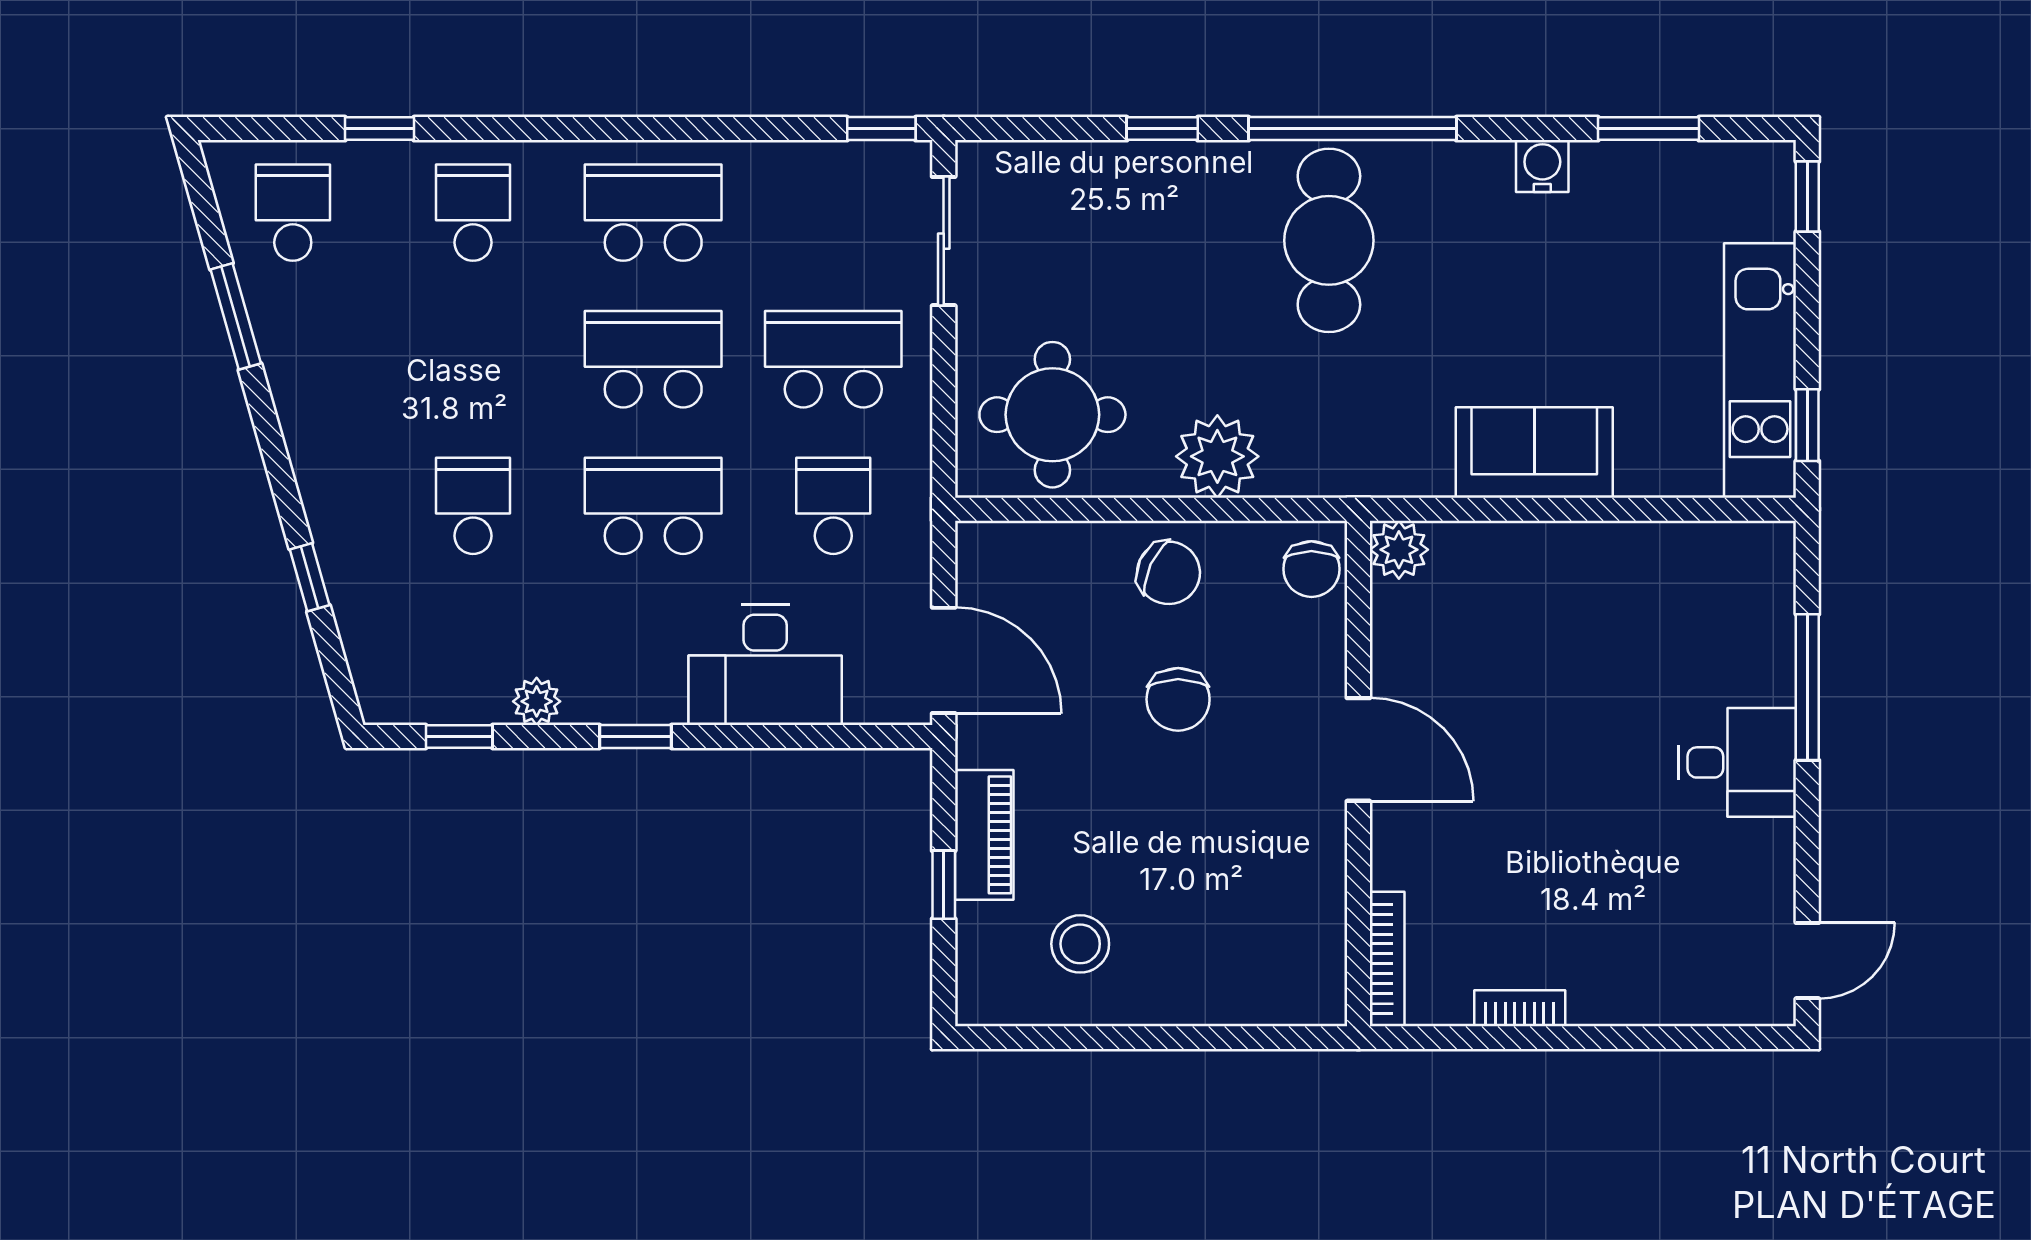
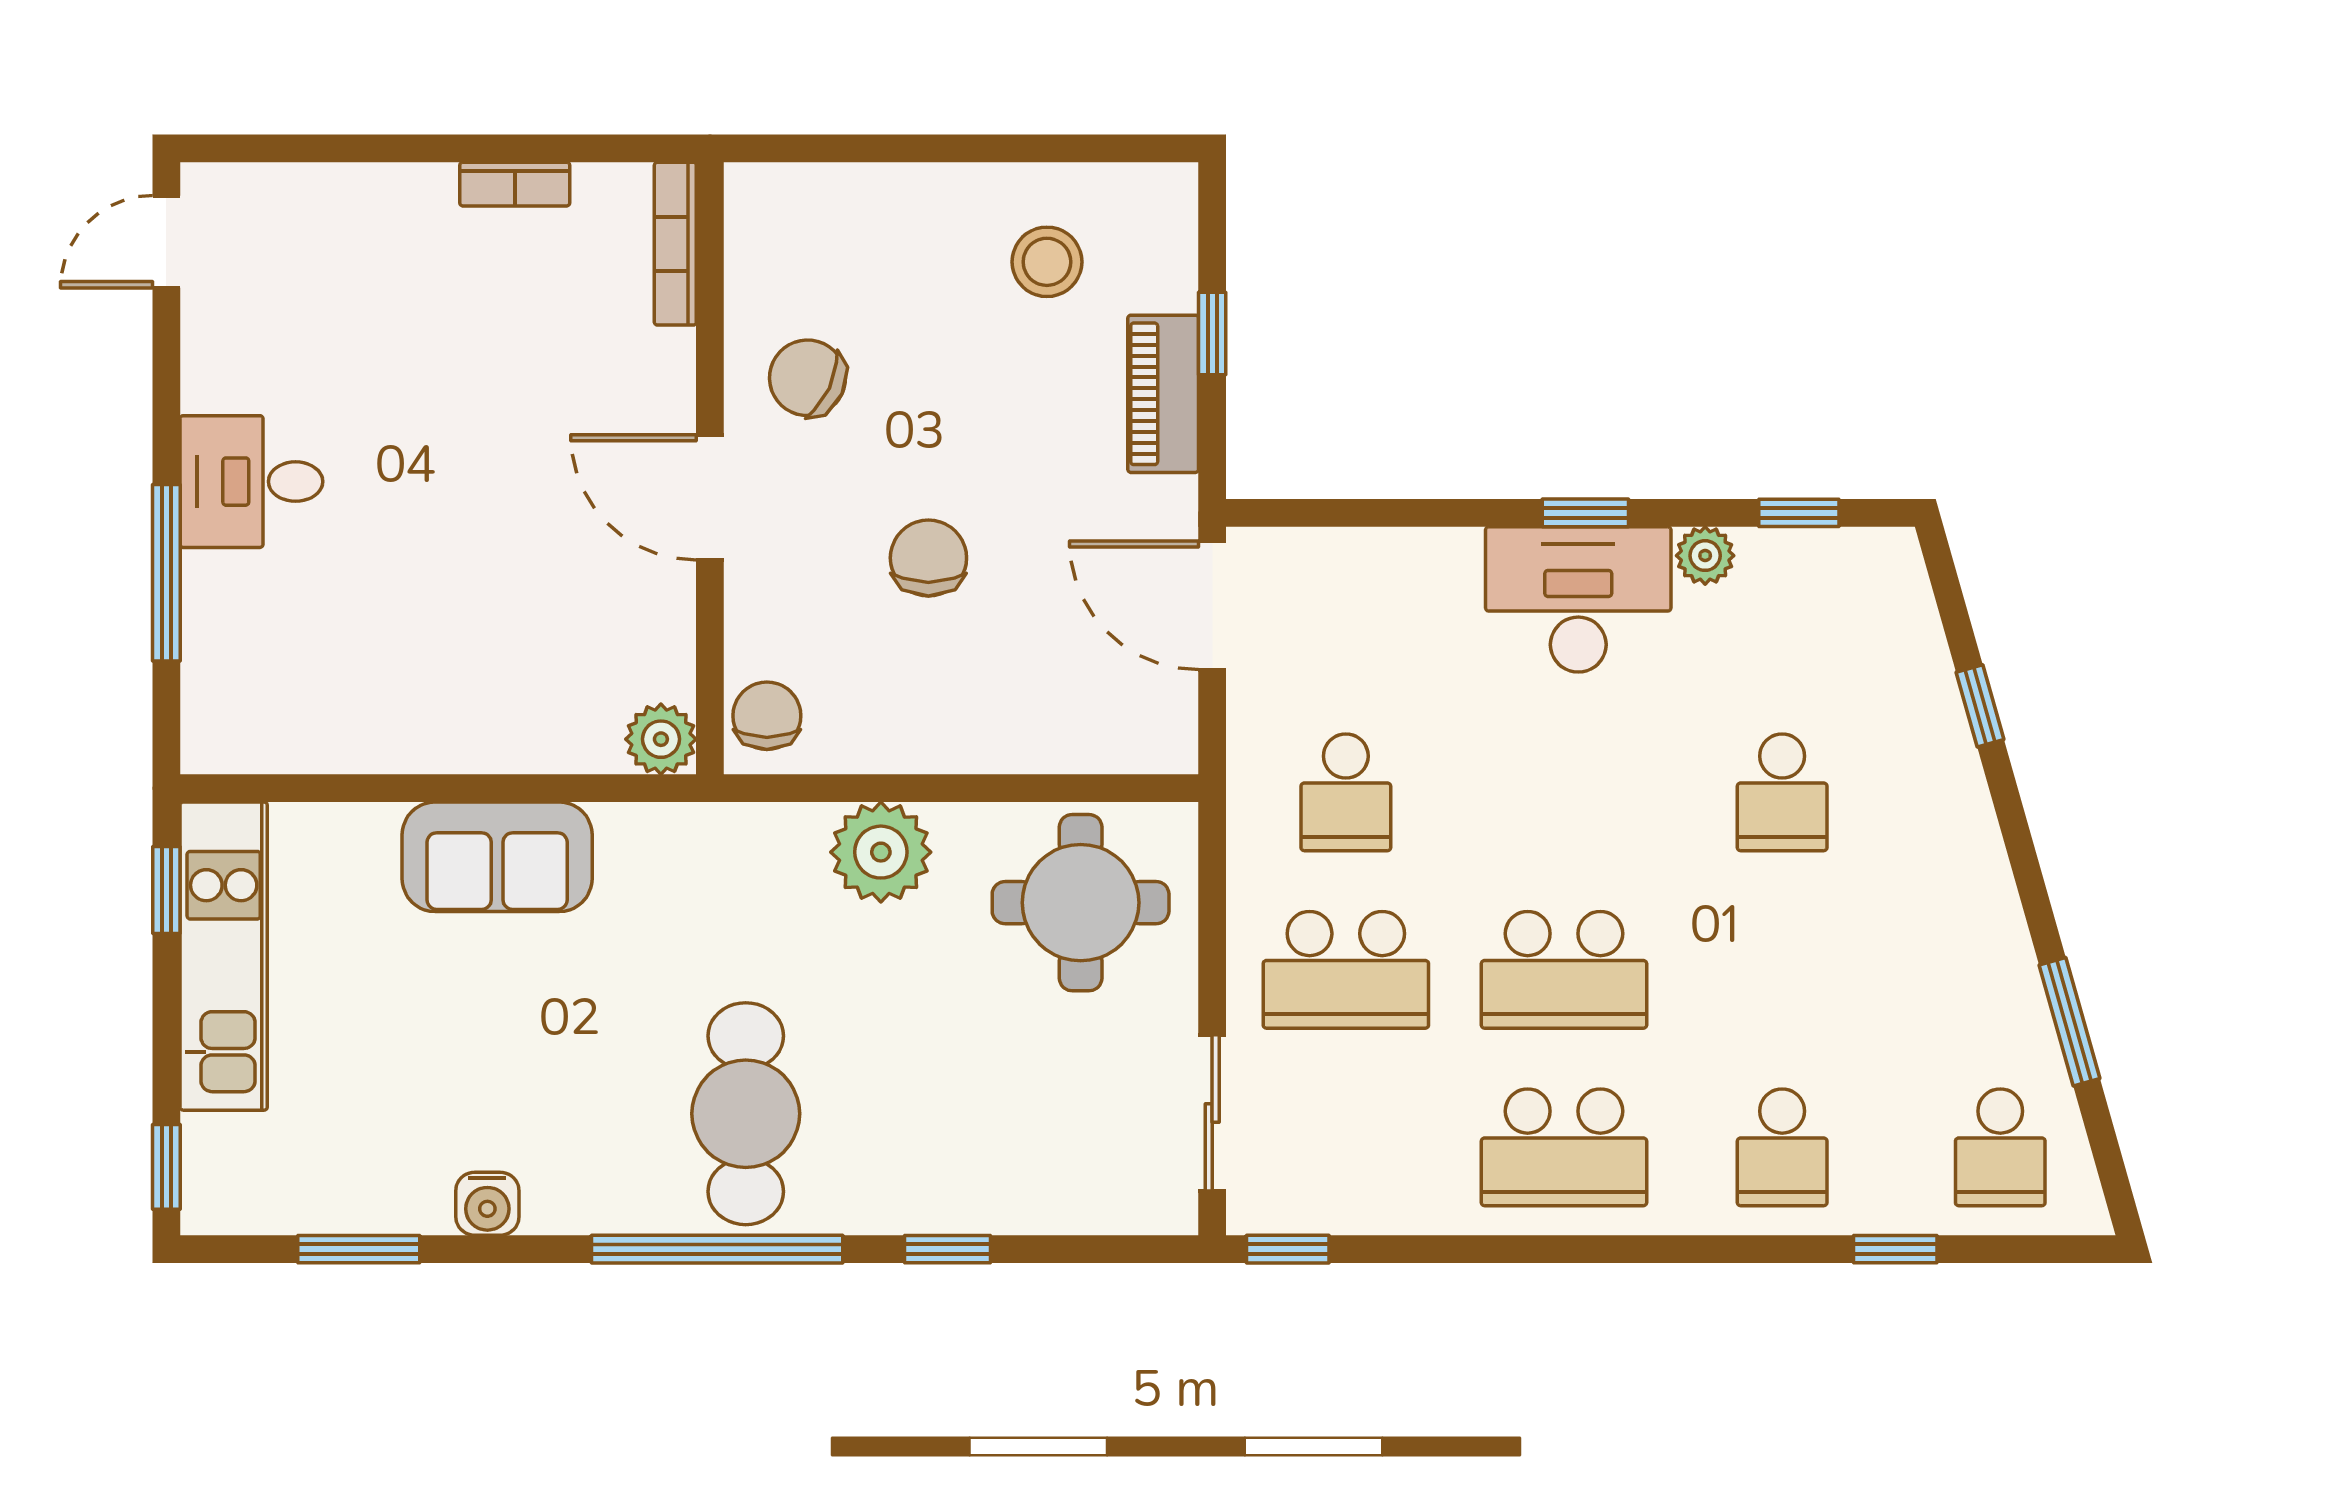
school desk: (653, 506) -> (1564, 792), removed
chair: (1168, 573) -> (808, 378), moved
desk: (765, 665) -> (1578, 599), moved

